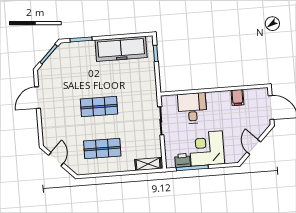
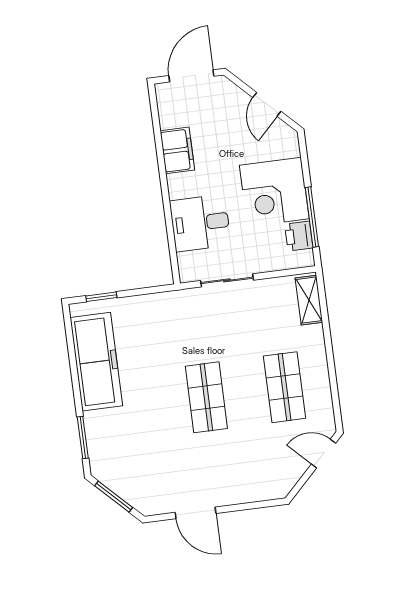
filing cabinet: (237, 98) -> (177, 150), width x2.00
door: (254, 147) -> (267, 104), hinge flipped
door: (56, 159) -> (323, 454), moved

